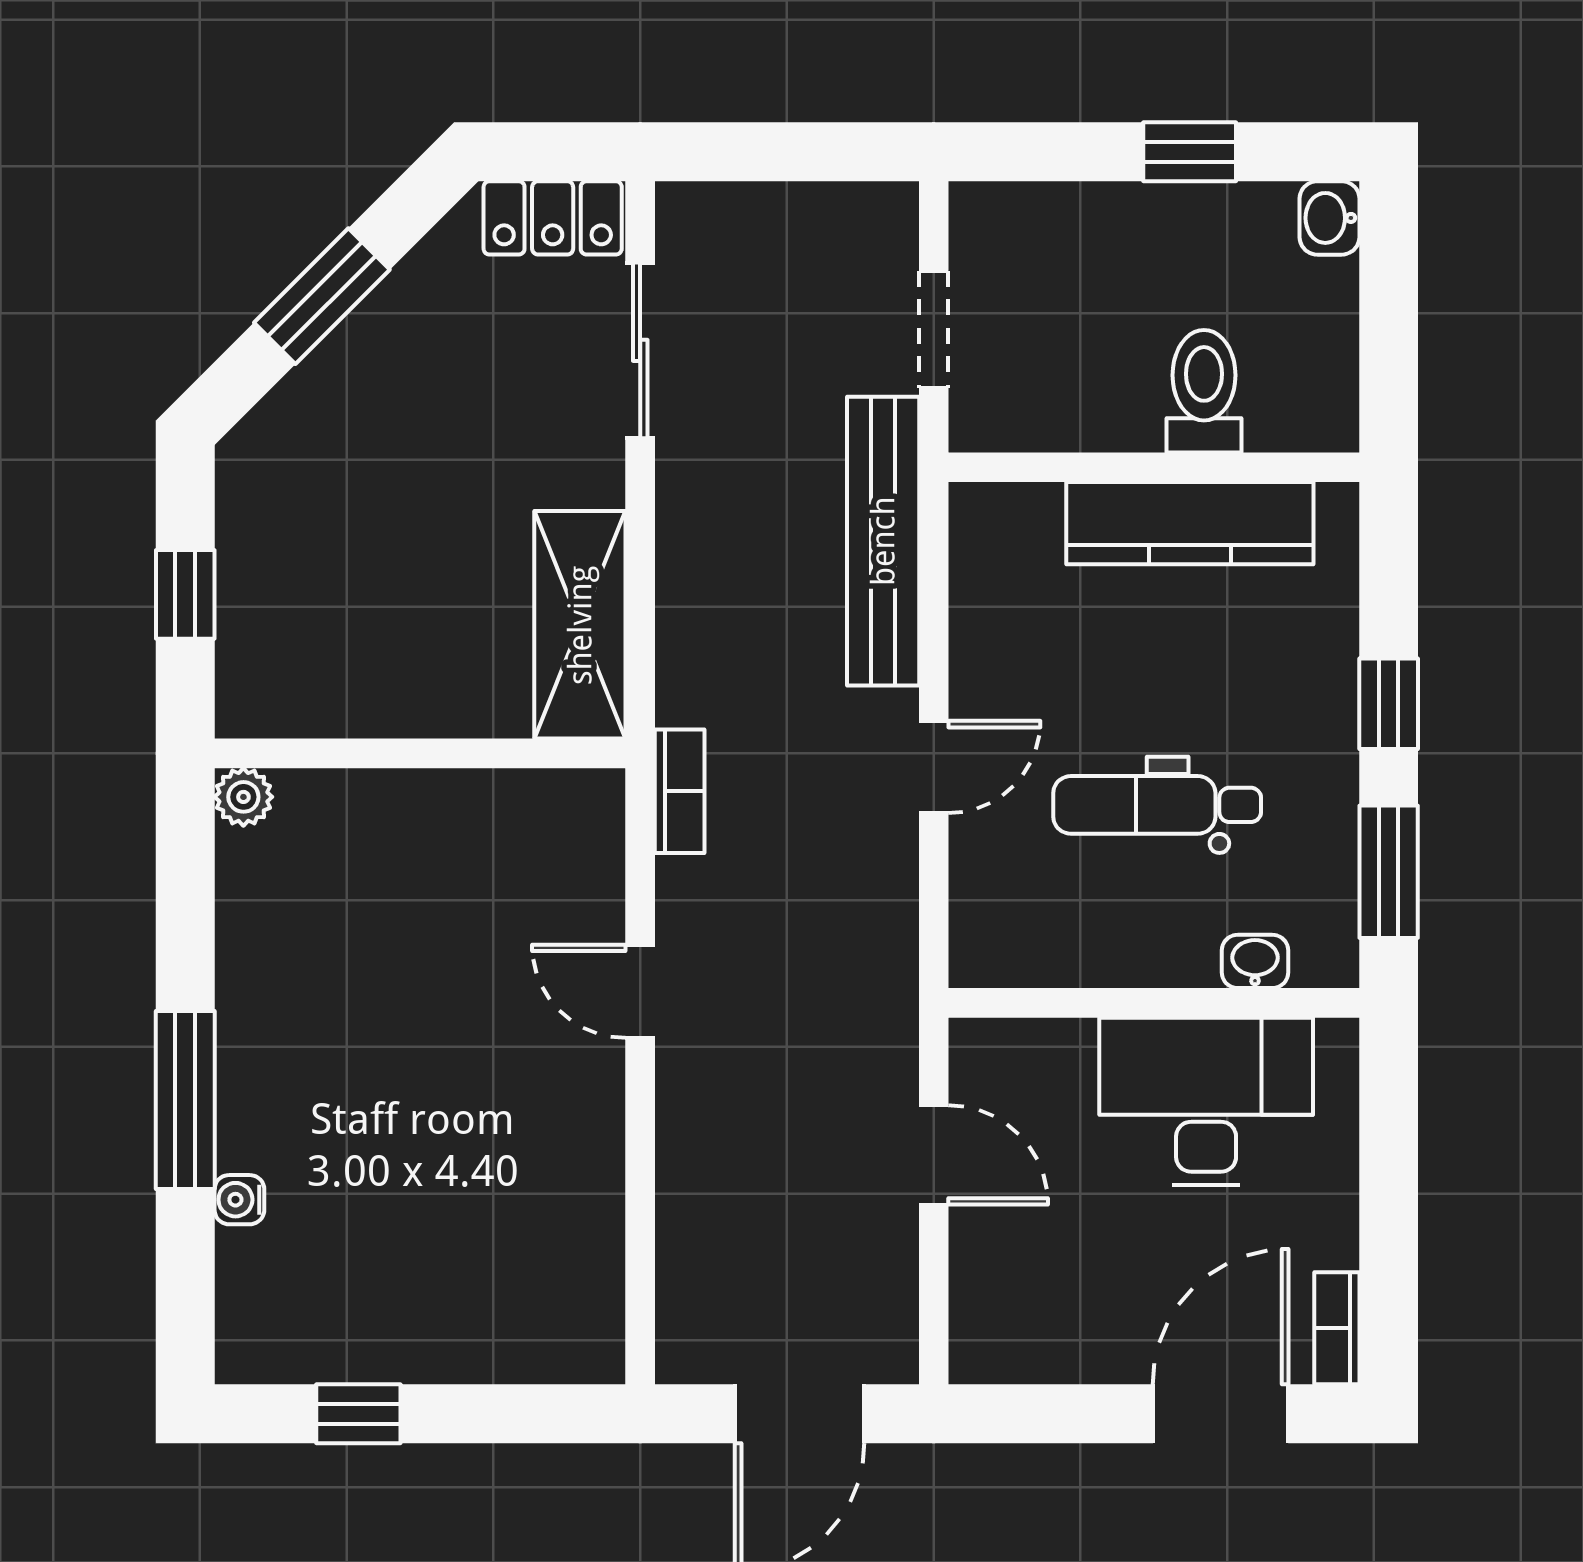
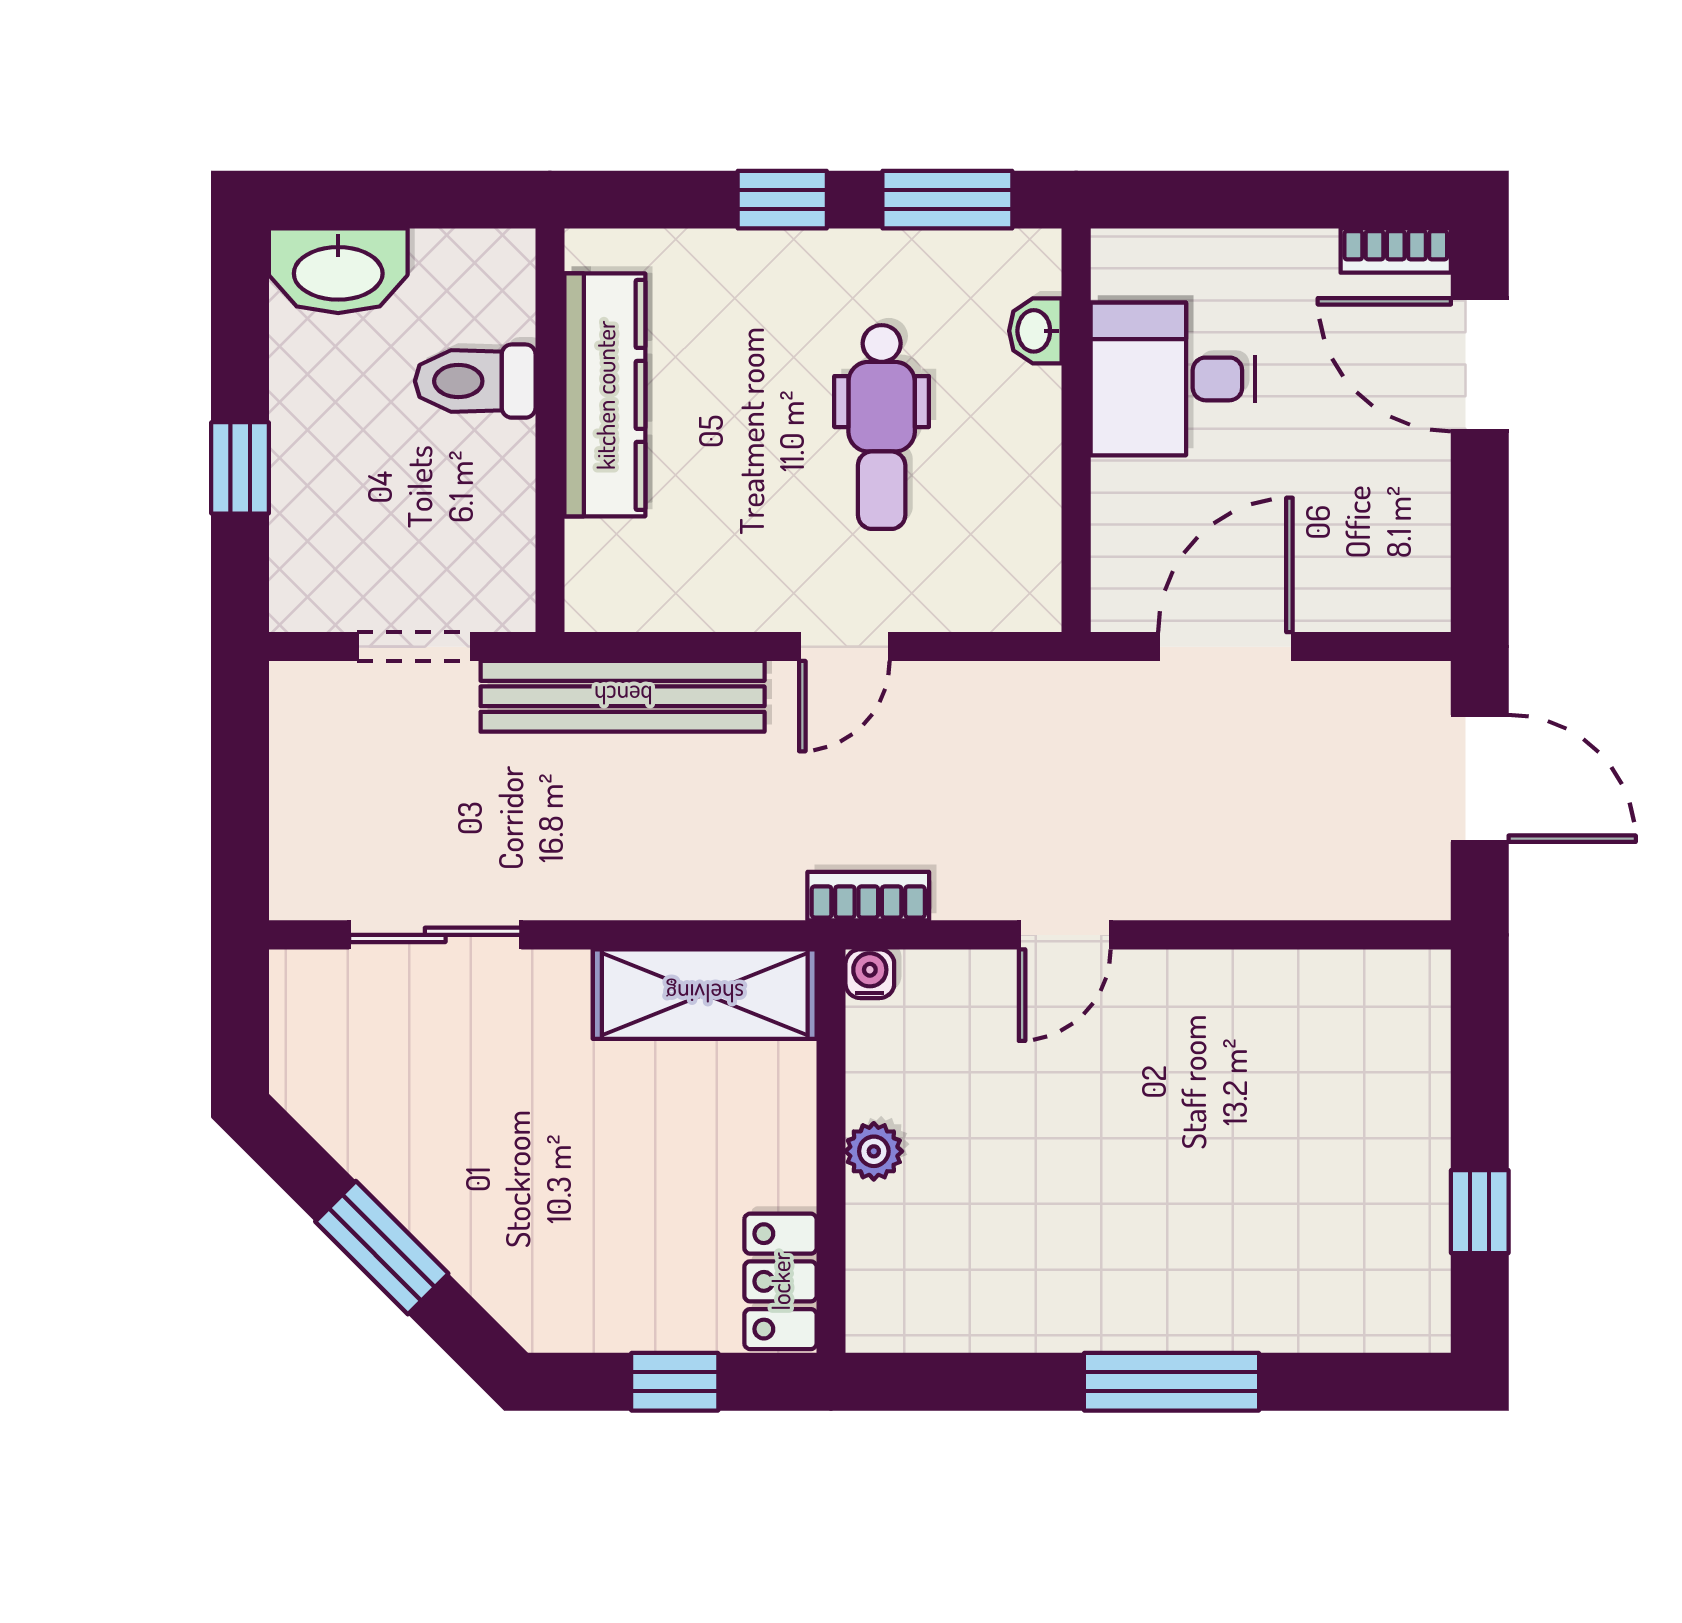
window: (1190, 152) -> (240, 468), moved
locker: (553, 218) -> (780, 1281), moved, turned 180
washbasin: (1329, 218) -> (338, 271), width x1.91, depth x1.45
door: (934, 767) -> (844, 647), swing flipped
plant: (243, 797) -> (874, 1151), moved
desk: (1206, 1101) -> (1173, 379), width x0.73
door: (934, 1155) -> (1225, 647), width x1.38
water cooler: (239, 1200) -> (870, 974), moved, turned 180

